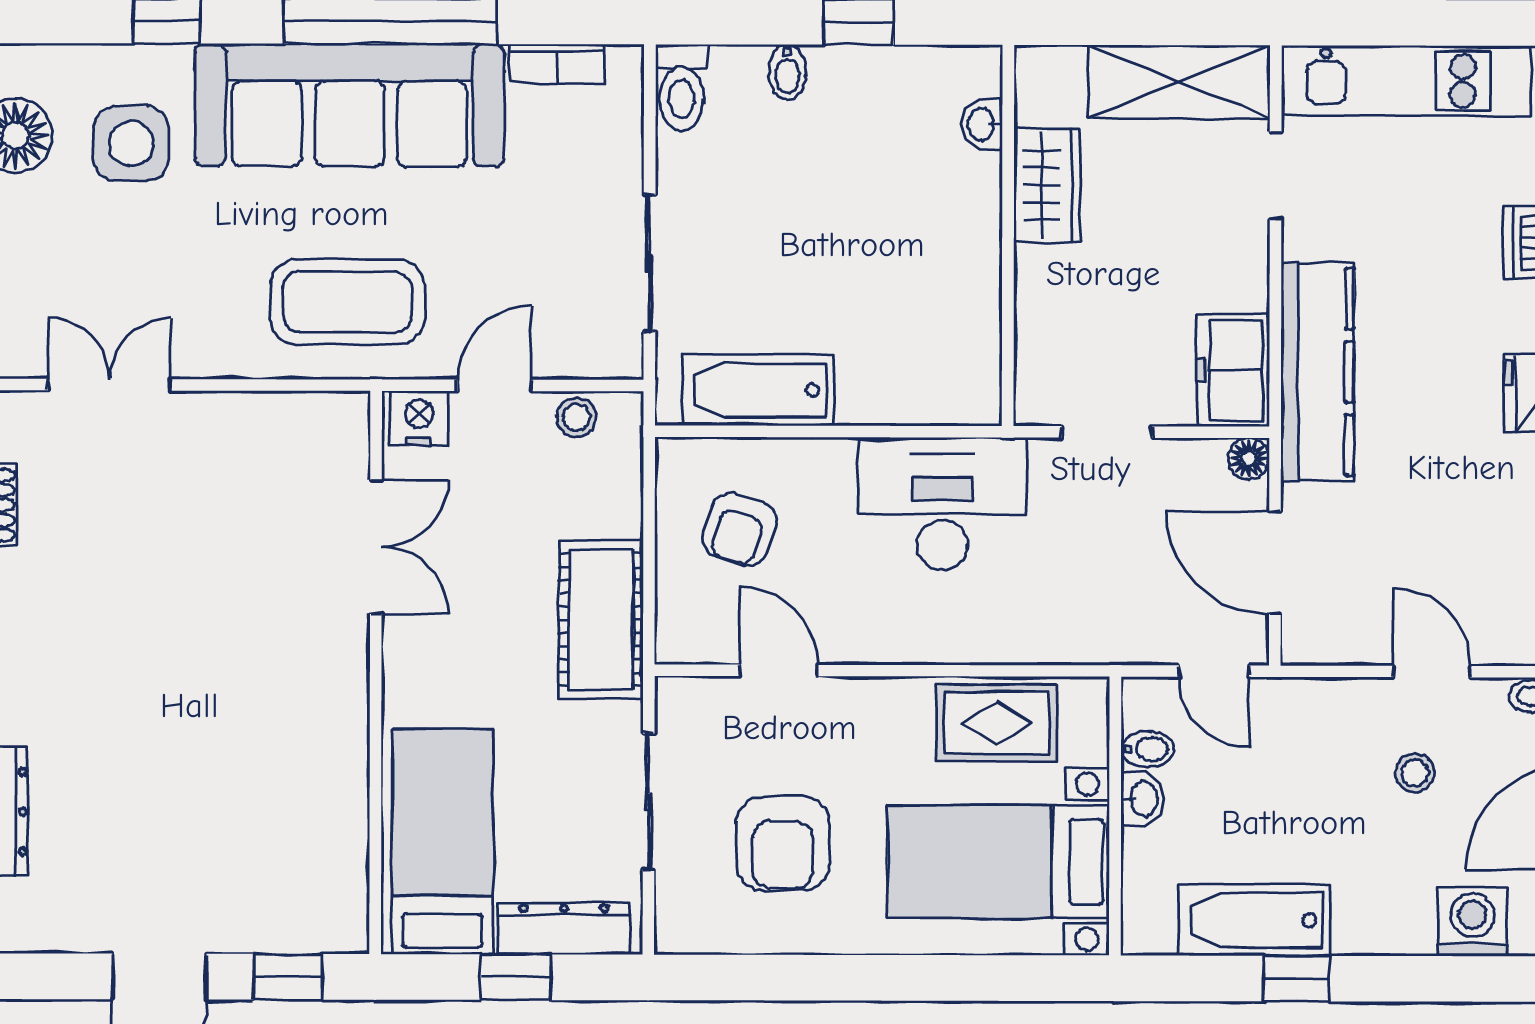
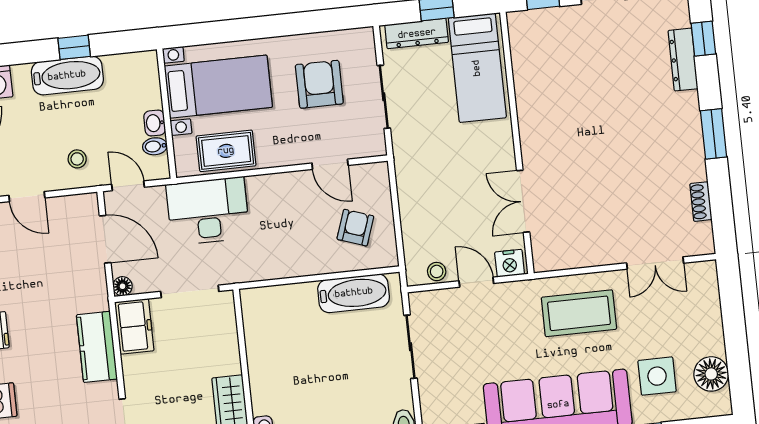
coffee table: (347, 302) -> (579, 313), moved
kitchen counter: (1317, 372) -> (97, 347), width x0.67
door: (494, 385) -> (476, 282), swing flipped
doorway: (1107, 432) -> (190, 291), width x1.38
desk: (942, 504) -> (208, 211), moved, turned 180
cot: (601, 620) -> (415, 179), removed
stool: (1415, 773) -> (77, 159), moved
bathtub: (1255, 920) -> (67, 76), moved

